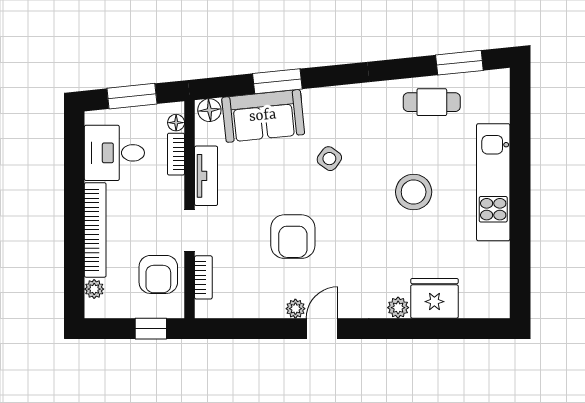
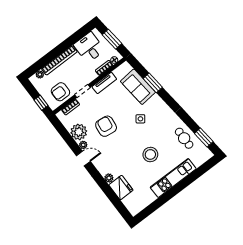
floor lamp: (209, 110) -> (127, 68), removed
armchair: (293, 237) -> (106, 126), turned 97
plant: (264, 298) -> (79, 132), added

